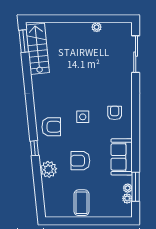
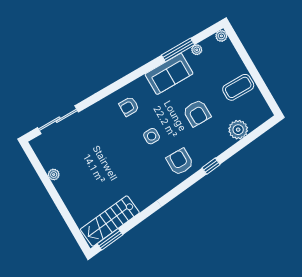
plant: (48, 169) -> (238, 130), moved
window: (136, 187) -> (178, 50), moved
plant: (127, 198) -> (221, 36), moved

